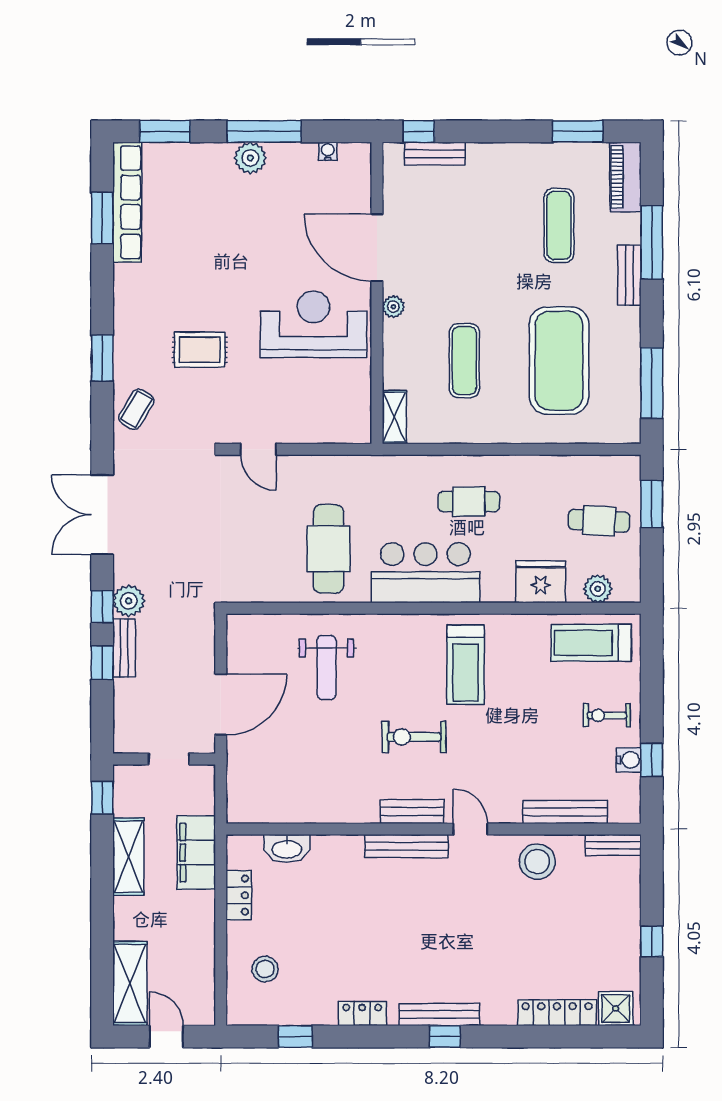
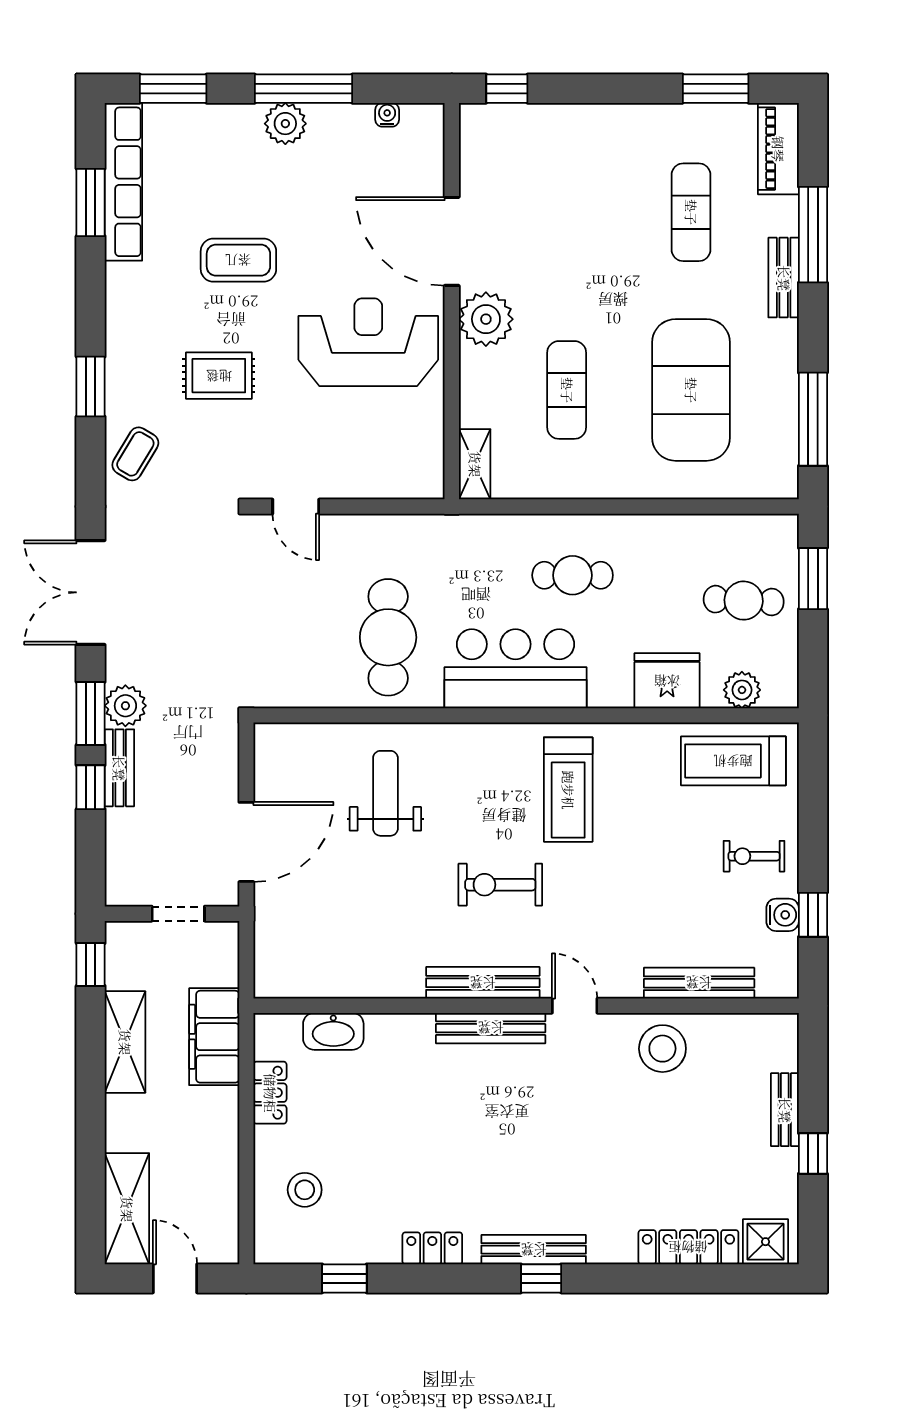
bench: (435, 154) -> (528, 118), removed
coffee table: (215, 262) -> (238, 260), added
plant: (393, 307) -> (486, 319), width x1.88, depth x1.88
window: (102, 607) -> (91, 713), width x1.50
weight bench: (327, 667) -> (385, 793), turned 180
bench: (412, 812) -> (483, 983), width x1.36
bench: (613, 845) -> (785, 1110), moved, turned 90

